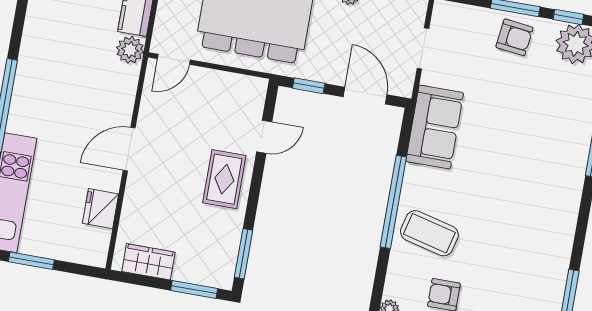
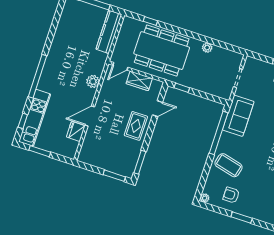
plant: (130, 50) -> (93, 81), moved
door: (365, 96) -> (208, 96), removed
door: (129, 149) -> (90, 116), moved
window: (393, 202) -> (219, 133), moved
wardrobe: (148, 262) -> (139, 81), moved, turned 180

